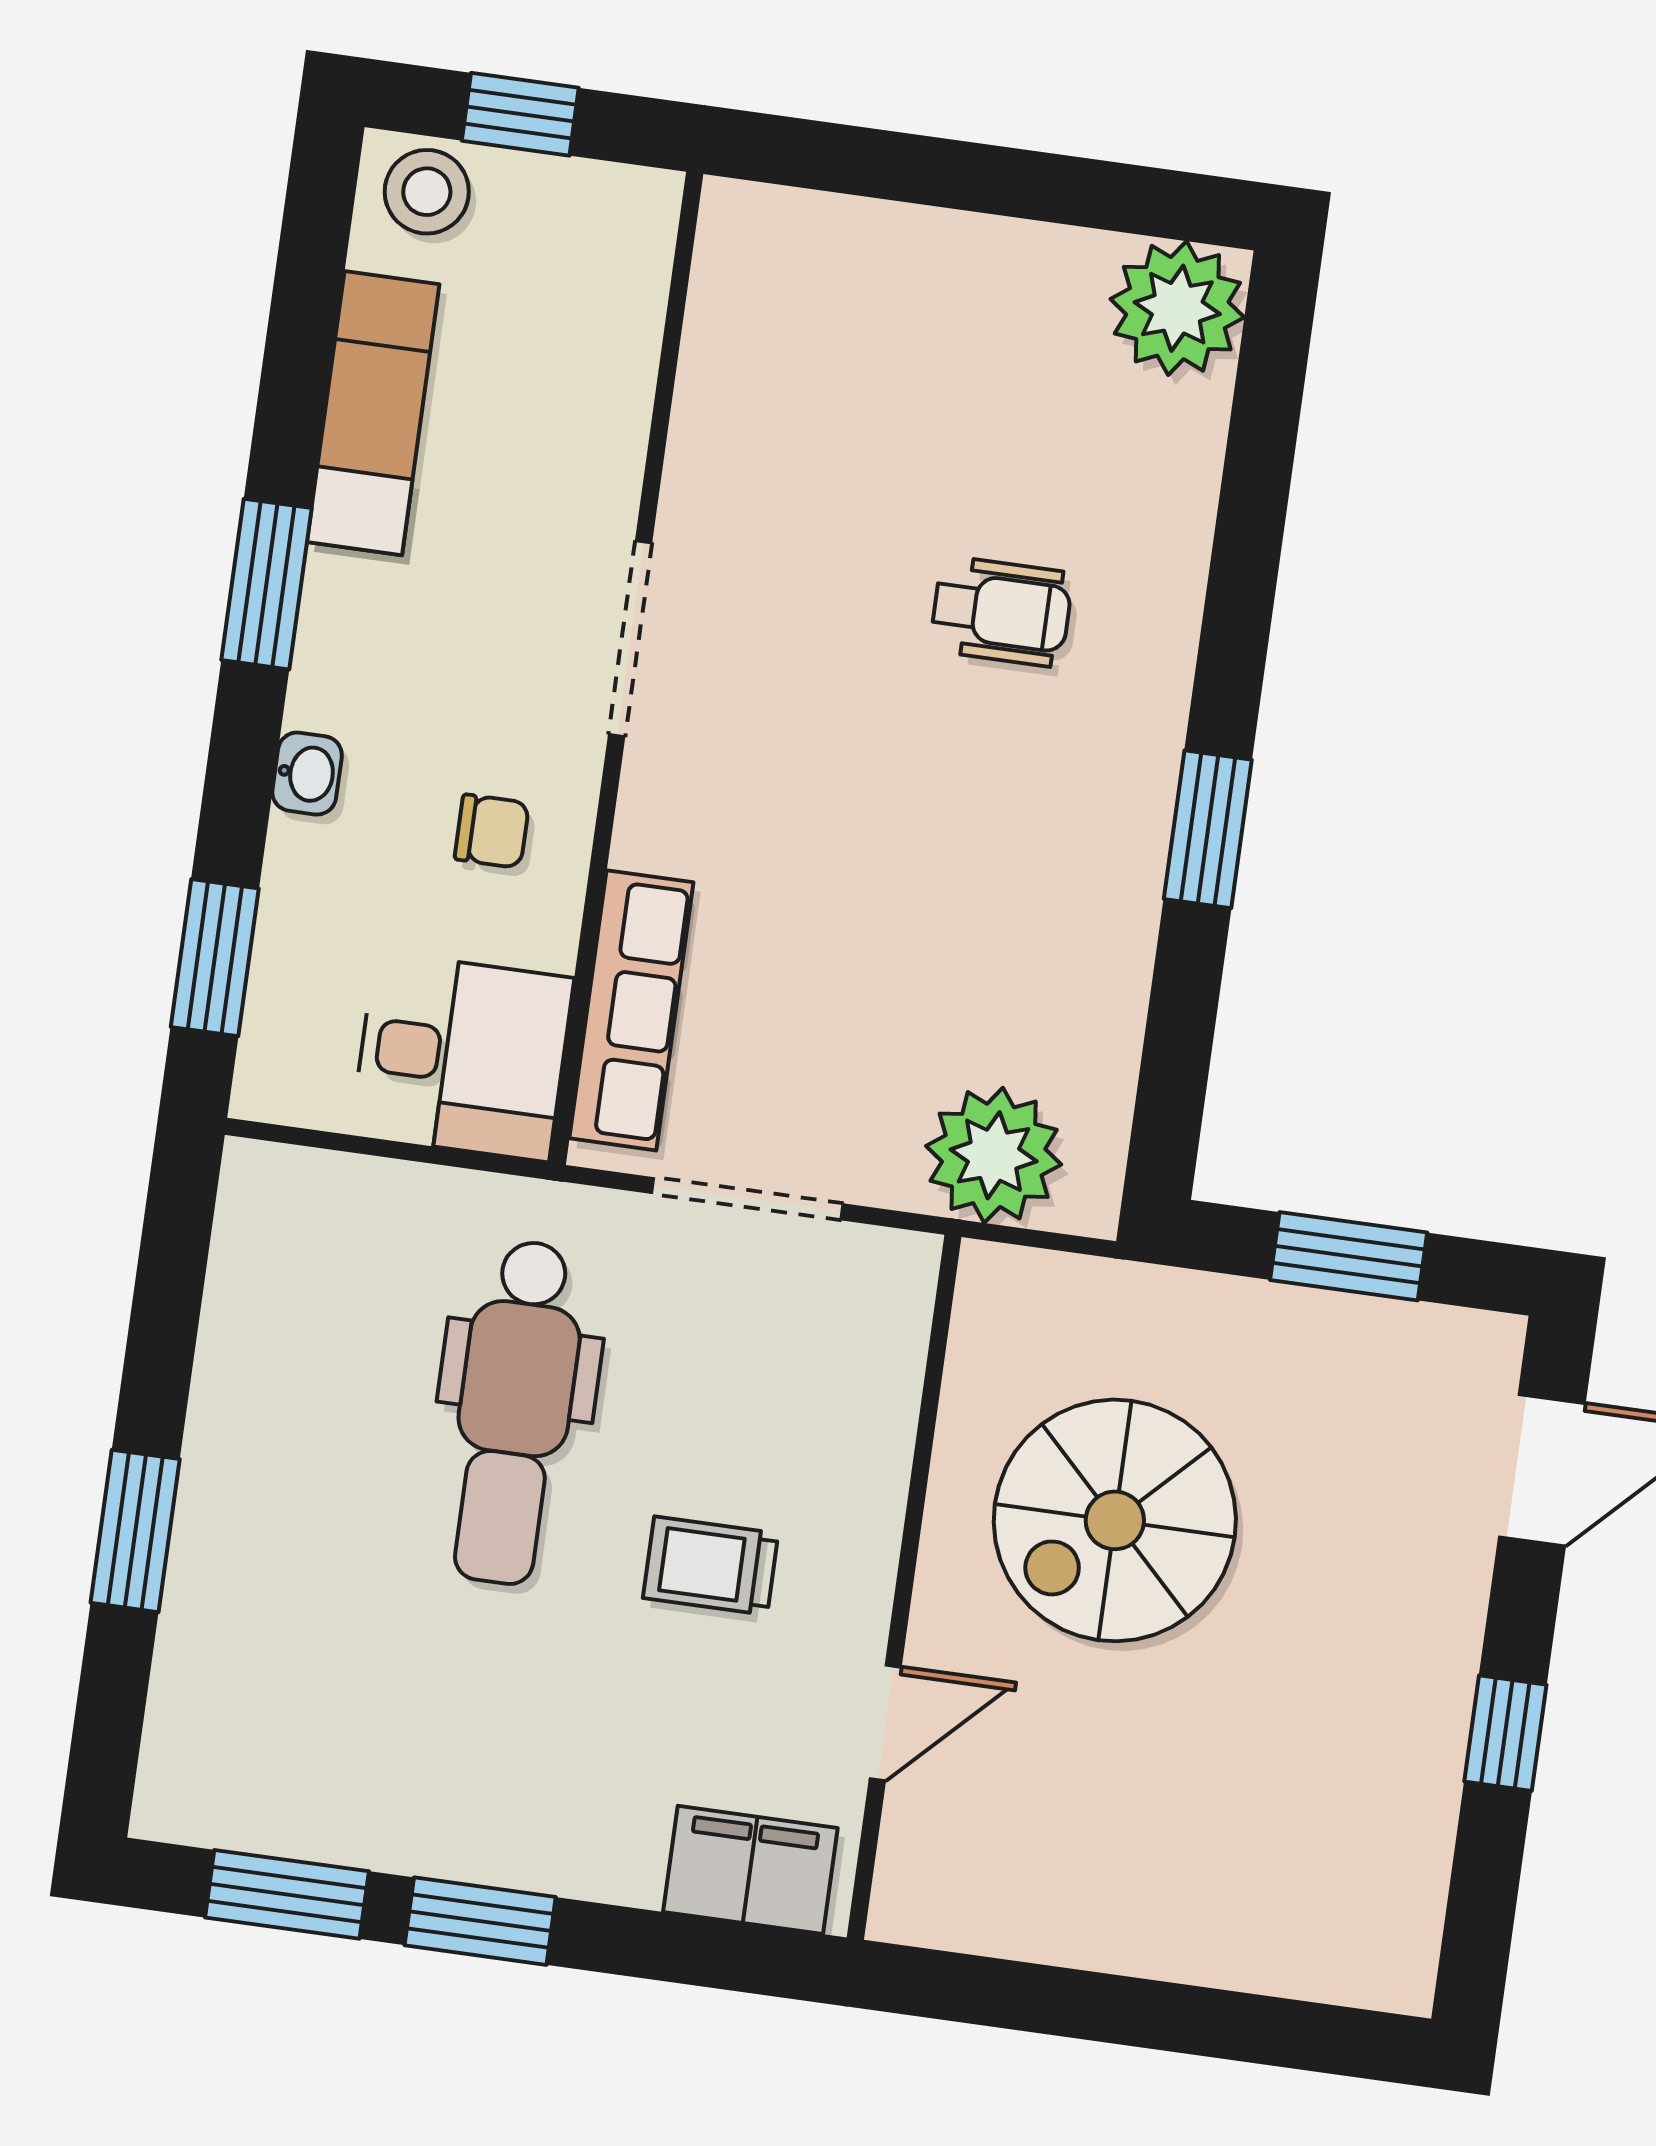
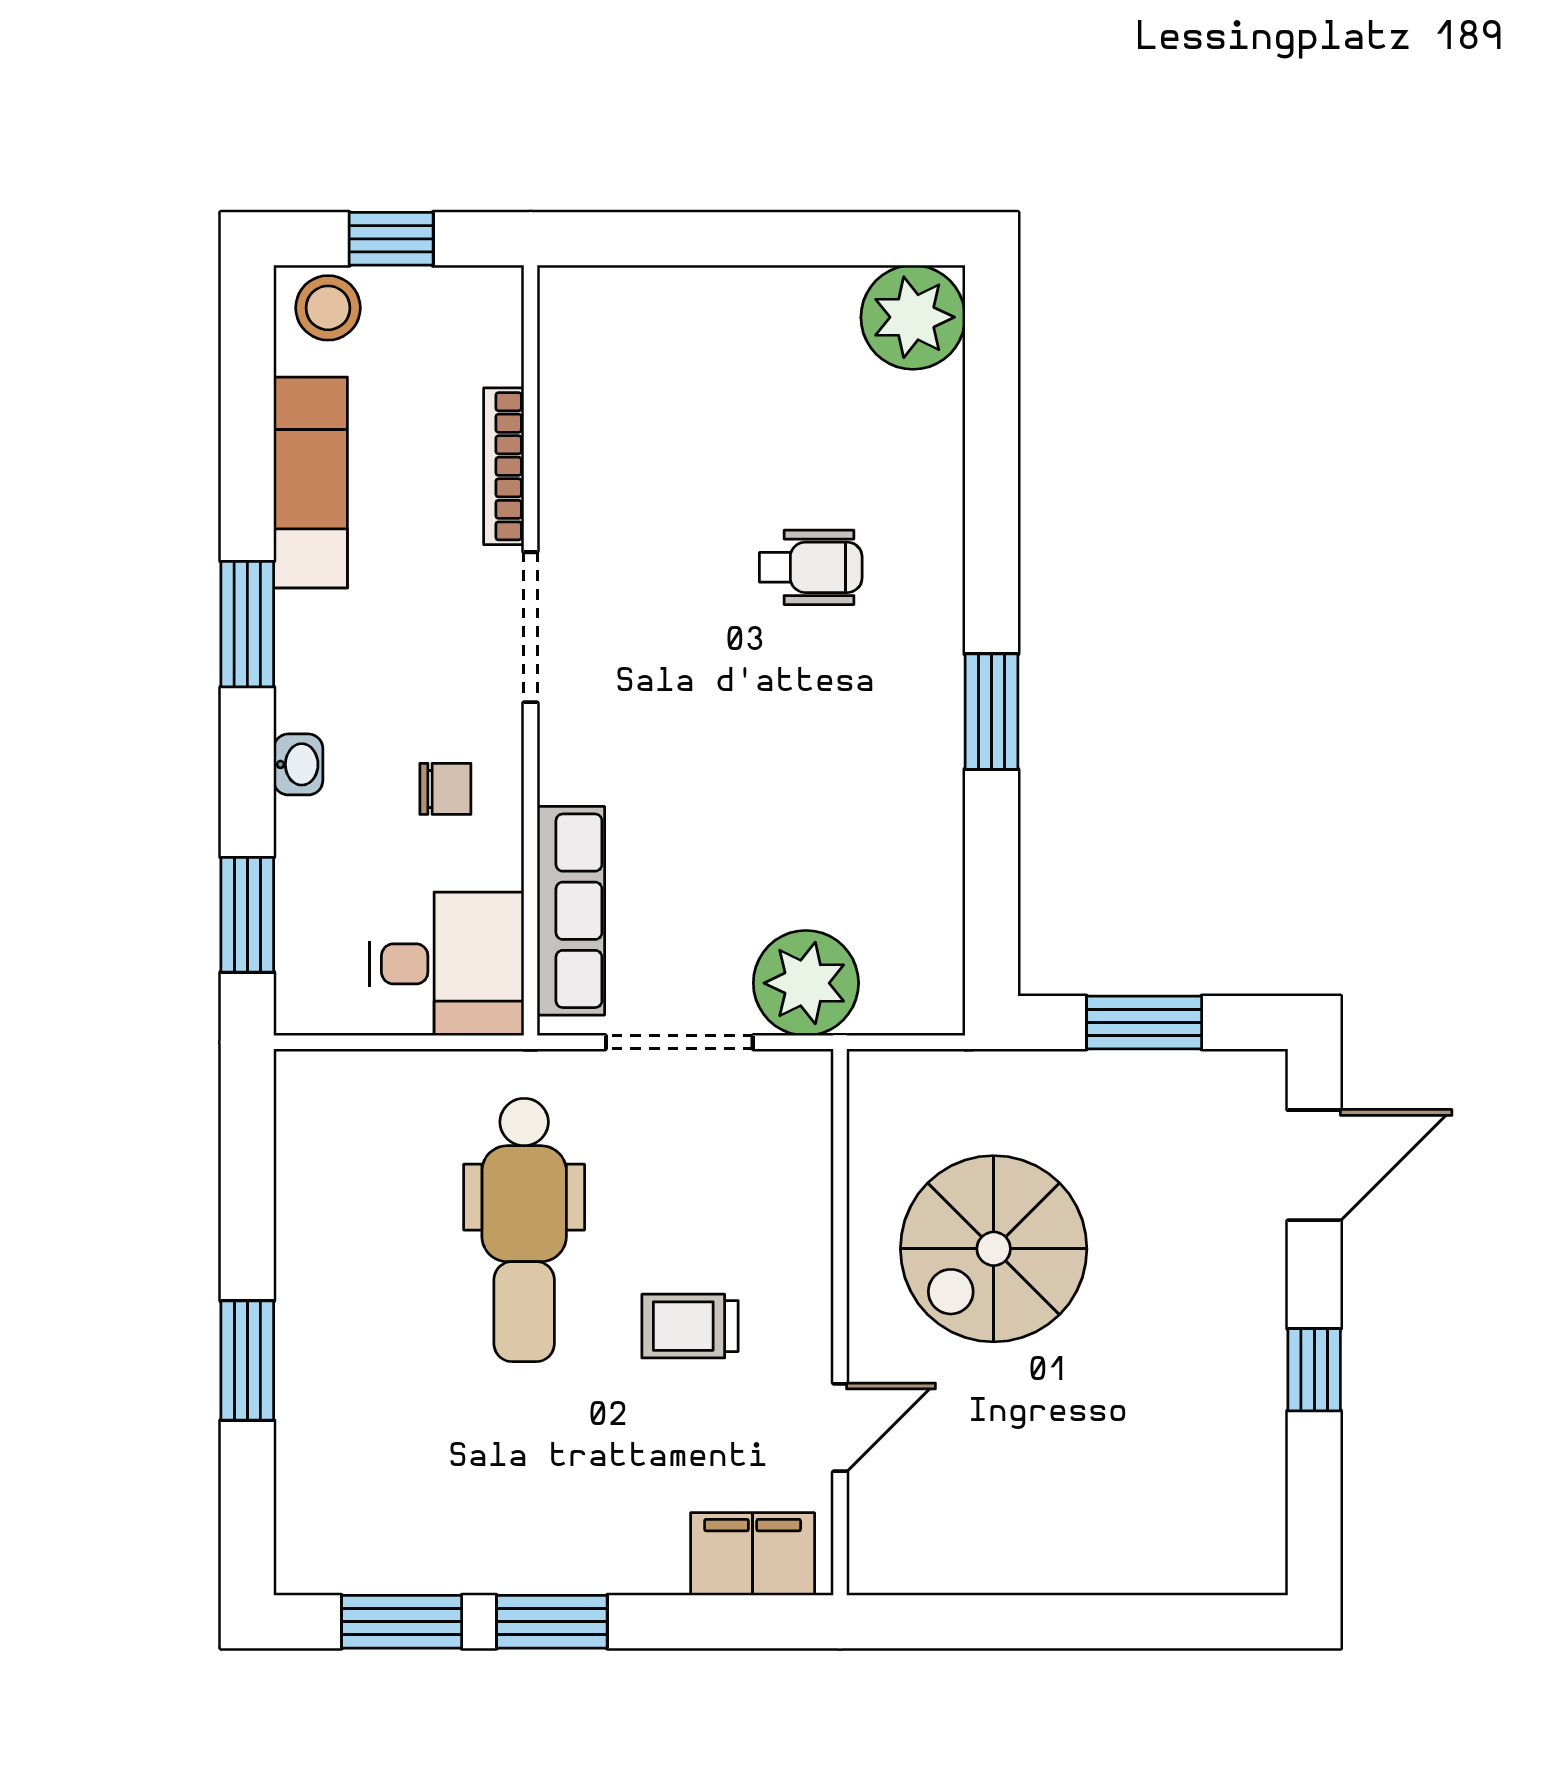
bookcase: (625, 427) -> (504, 466), added
plant: (994, 1155) -> (806, 983), moved

